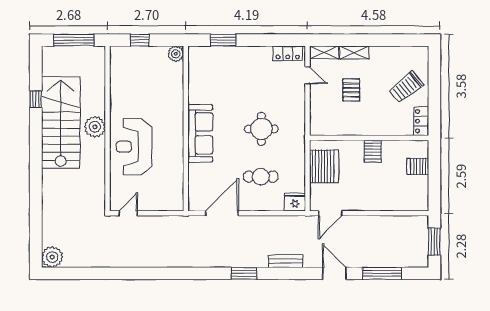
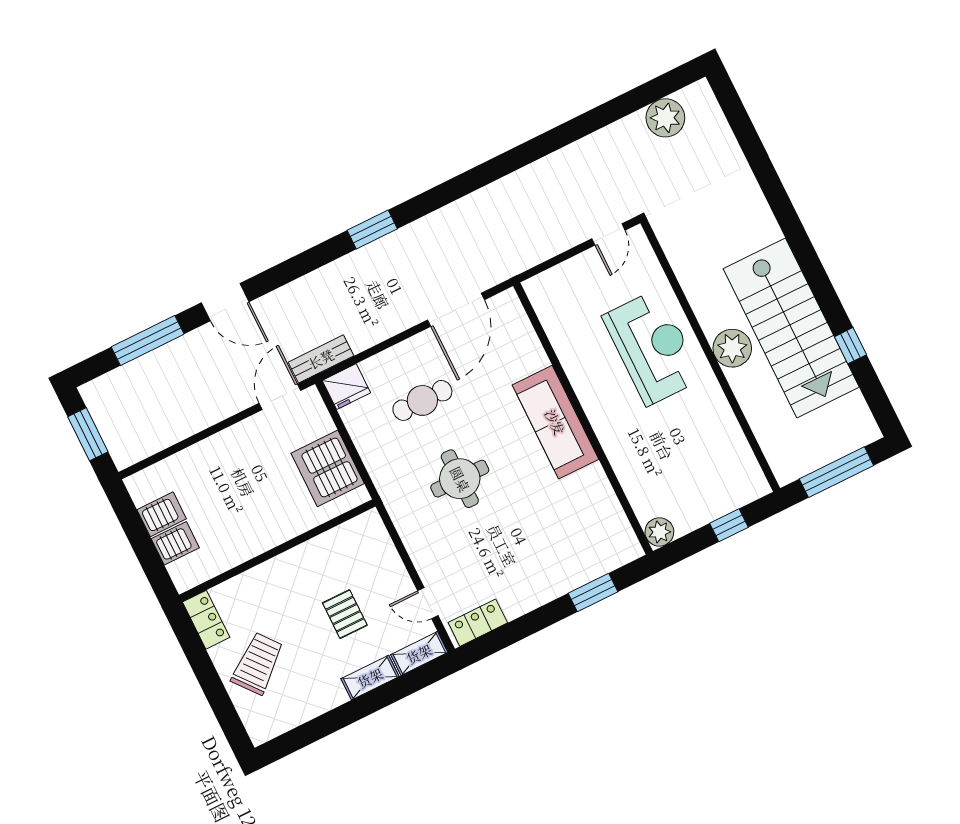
server rack: (373, 151) -> (162, 514), moved, turned 90
plant: (52, 257) -> (665, 118), moved
bench: (285, 261) -> (321, 359), moved

